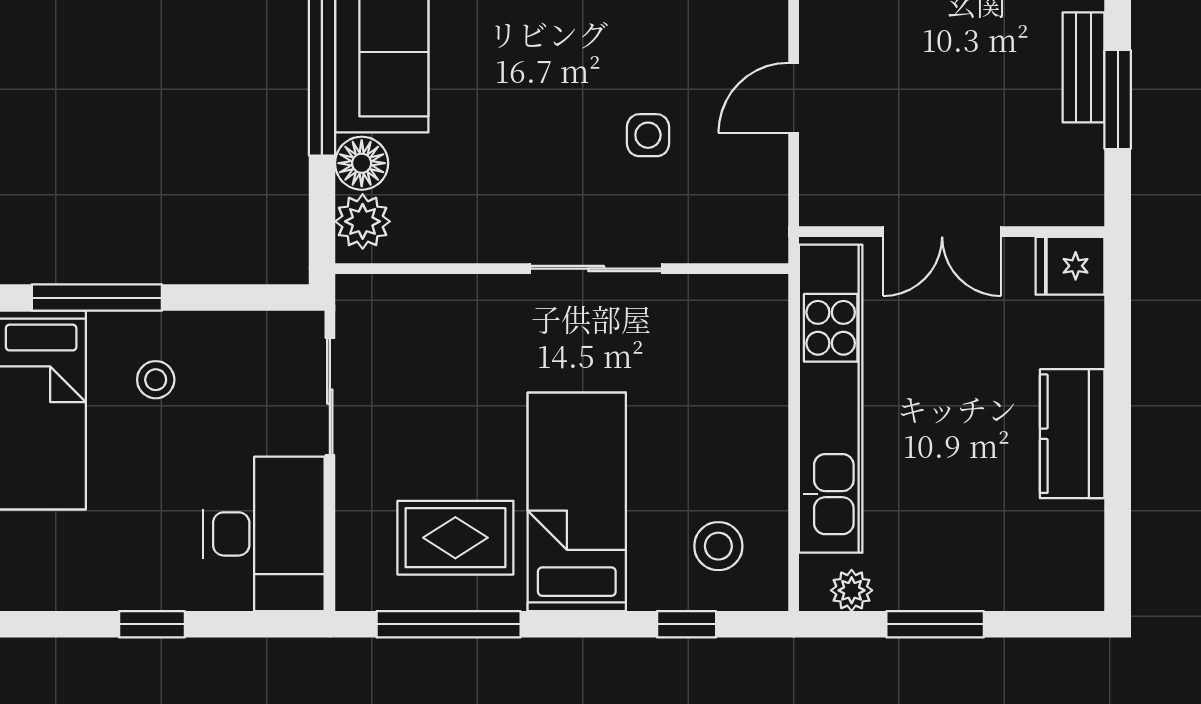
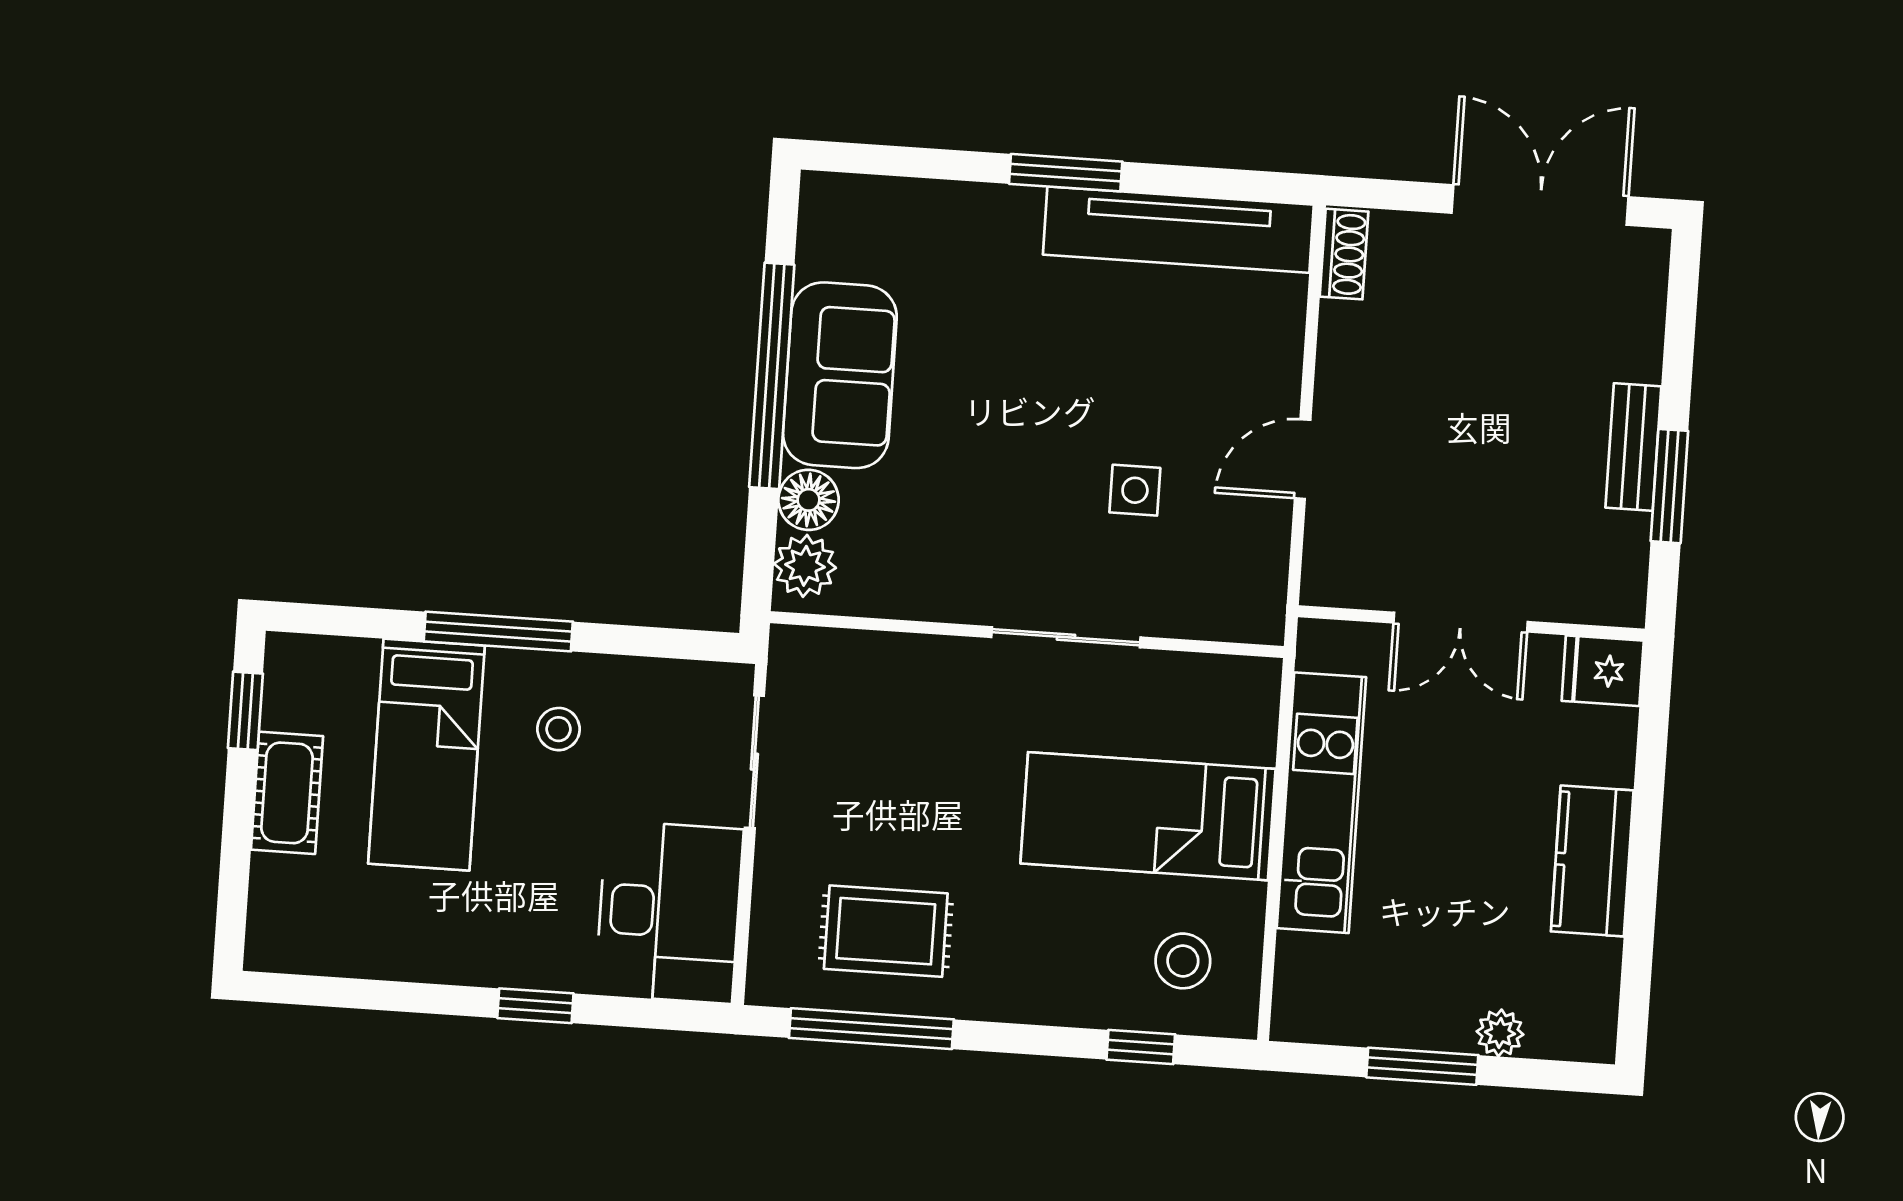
kitchen unit: (831, 399) -> (1321, 803), width x0.73
bed: (577, 502) -> (1148, 816), moved, turned -90
plant: (852, 590) -> (1500, 1033), moved

